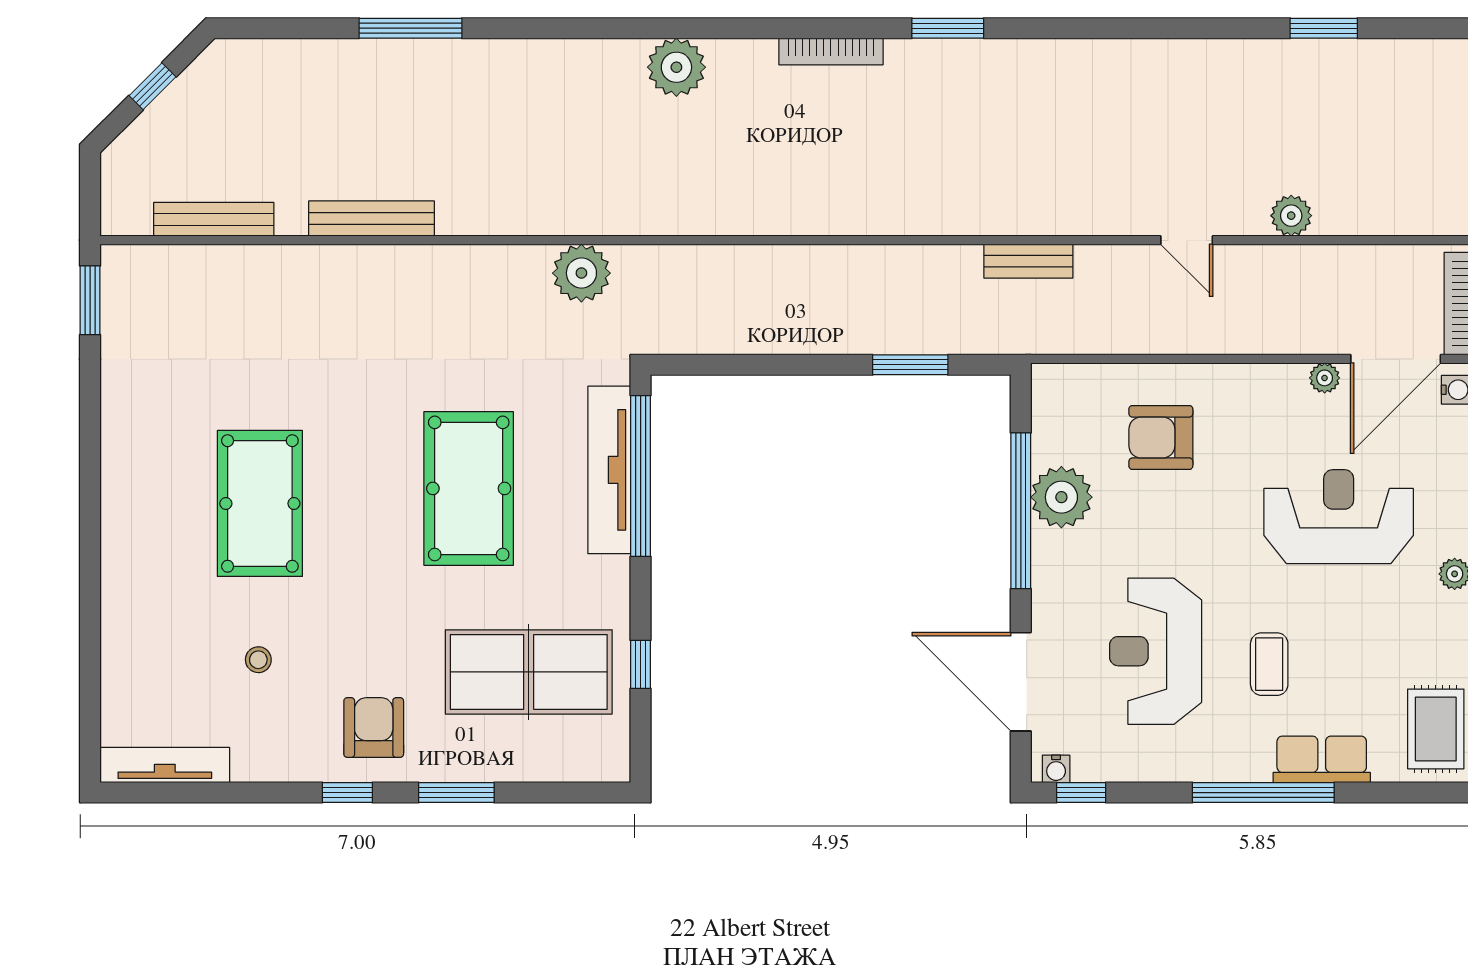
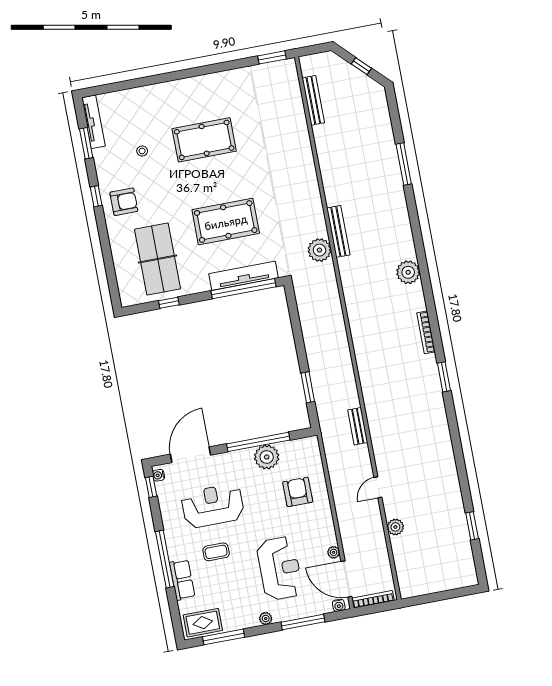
bench: (372, 219) -> (338, 231), moved
window: (456, 793) -> (86, 143), moved

